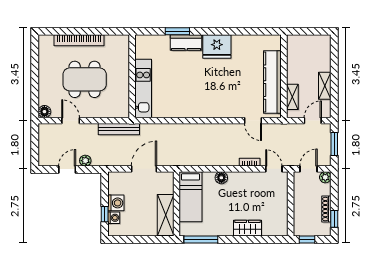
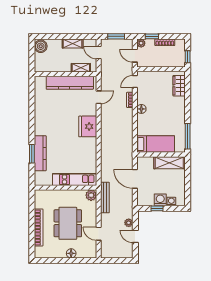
kitchen counter: (186, 42) -> (40, 153), width x1.50
boiler: (321, 43) -> (41, 46), added
fridge: (217, 47) -> (88, 126), moved, turned 180
plant: (122, 110) -> (91, 195), added
floor lamp: (44, 112) -> (71, 253), moved
door: (71, 121) -> (99, 234), hinge flipped
floor lamp: (221, 178) -> (141, 109), moved
window: (105, 214) -> (157, 208), moved
window: (334, 219) -> (152, 36), moved
wardrobe: (247, 228) -> (179, 86), moved

